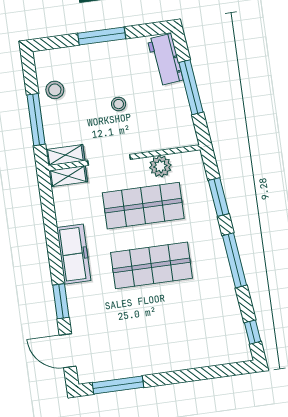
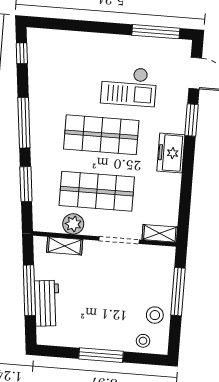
workbench: (165, 60) -> (47, 303), moved
stool: (119, 104) -> (143, 341), moved
shelving: (65, 155) -> (65, 246), moved
freezer: (74, 254) -> (171, 153), width x0.71
checkout: (134, 322) -> (129, 86), added

